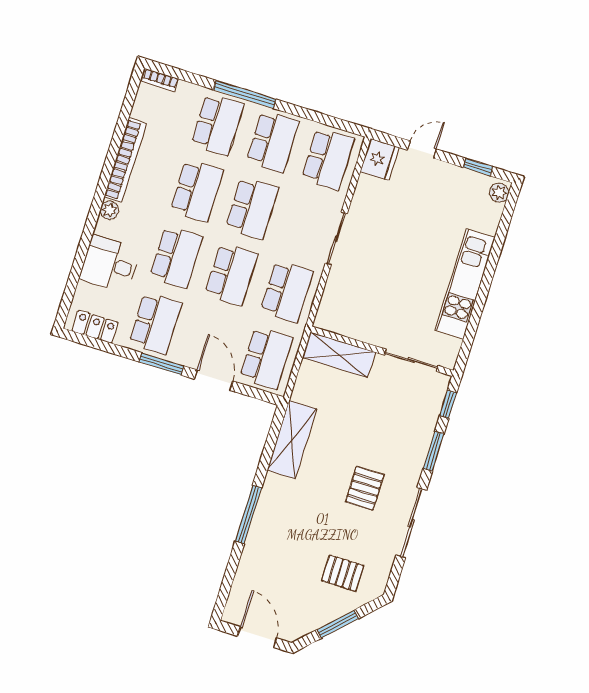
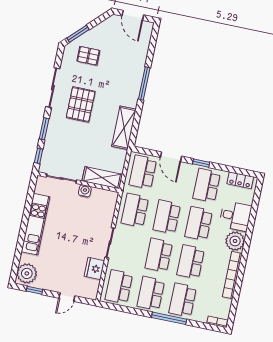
fridge: (380, 160) -> (94, 269), moved
plant: (499, 193) -> (27, 273), width x1.87, depth x1.87
plant: (109, 210) -> (235, 241), width x1.87, depth x1.87
water cooler: (372, 334) -> (85, 191), added
window: (161, 364) -> (201, 163), width x0.67
pallet: (365, 488) -> (81, 104), width x1.50, depth x1.42
window: (338, 624) -> (78, 34), moved

